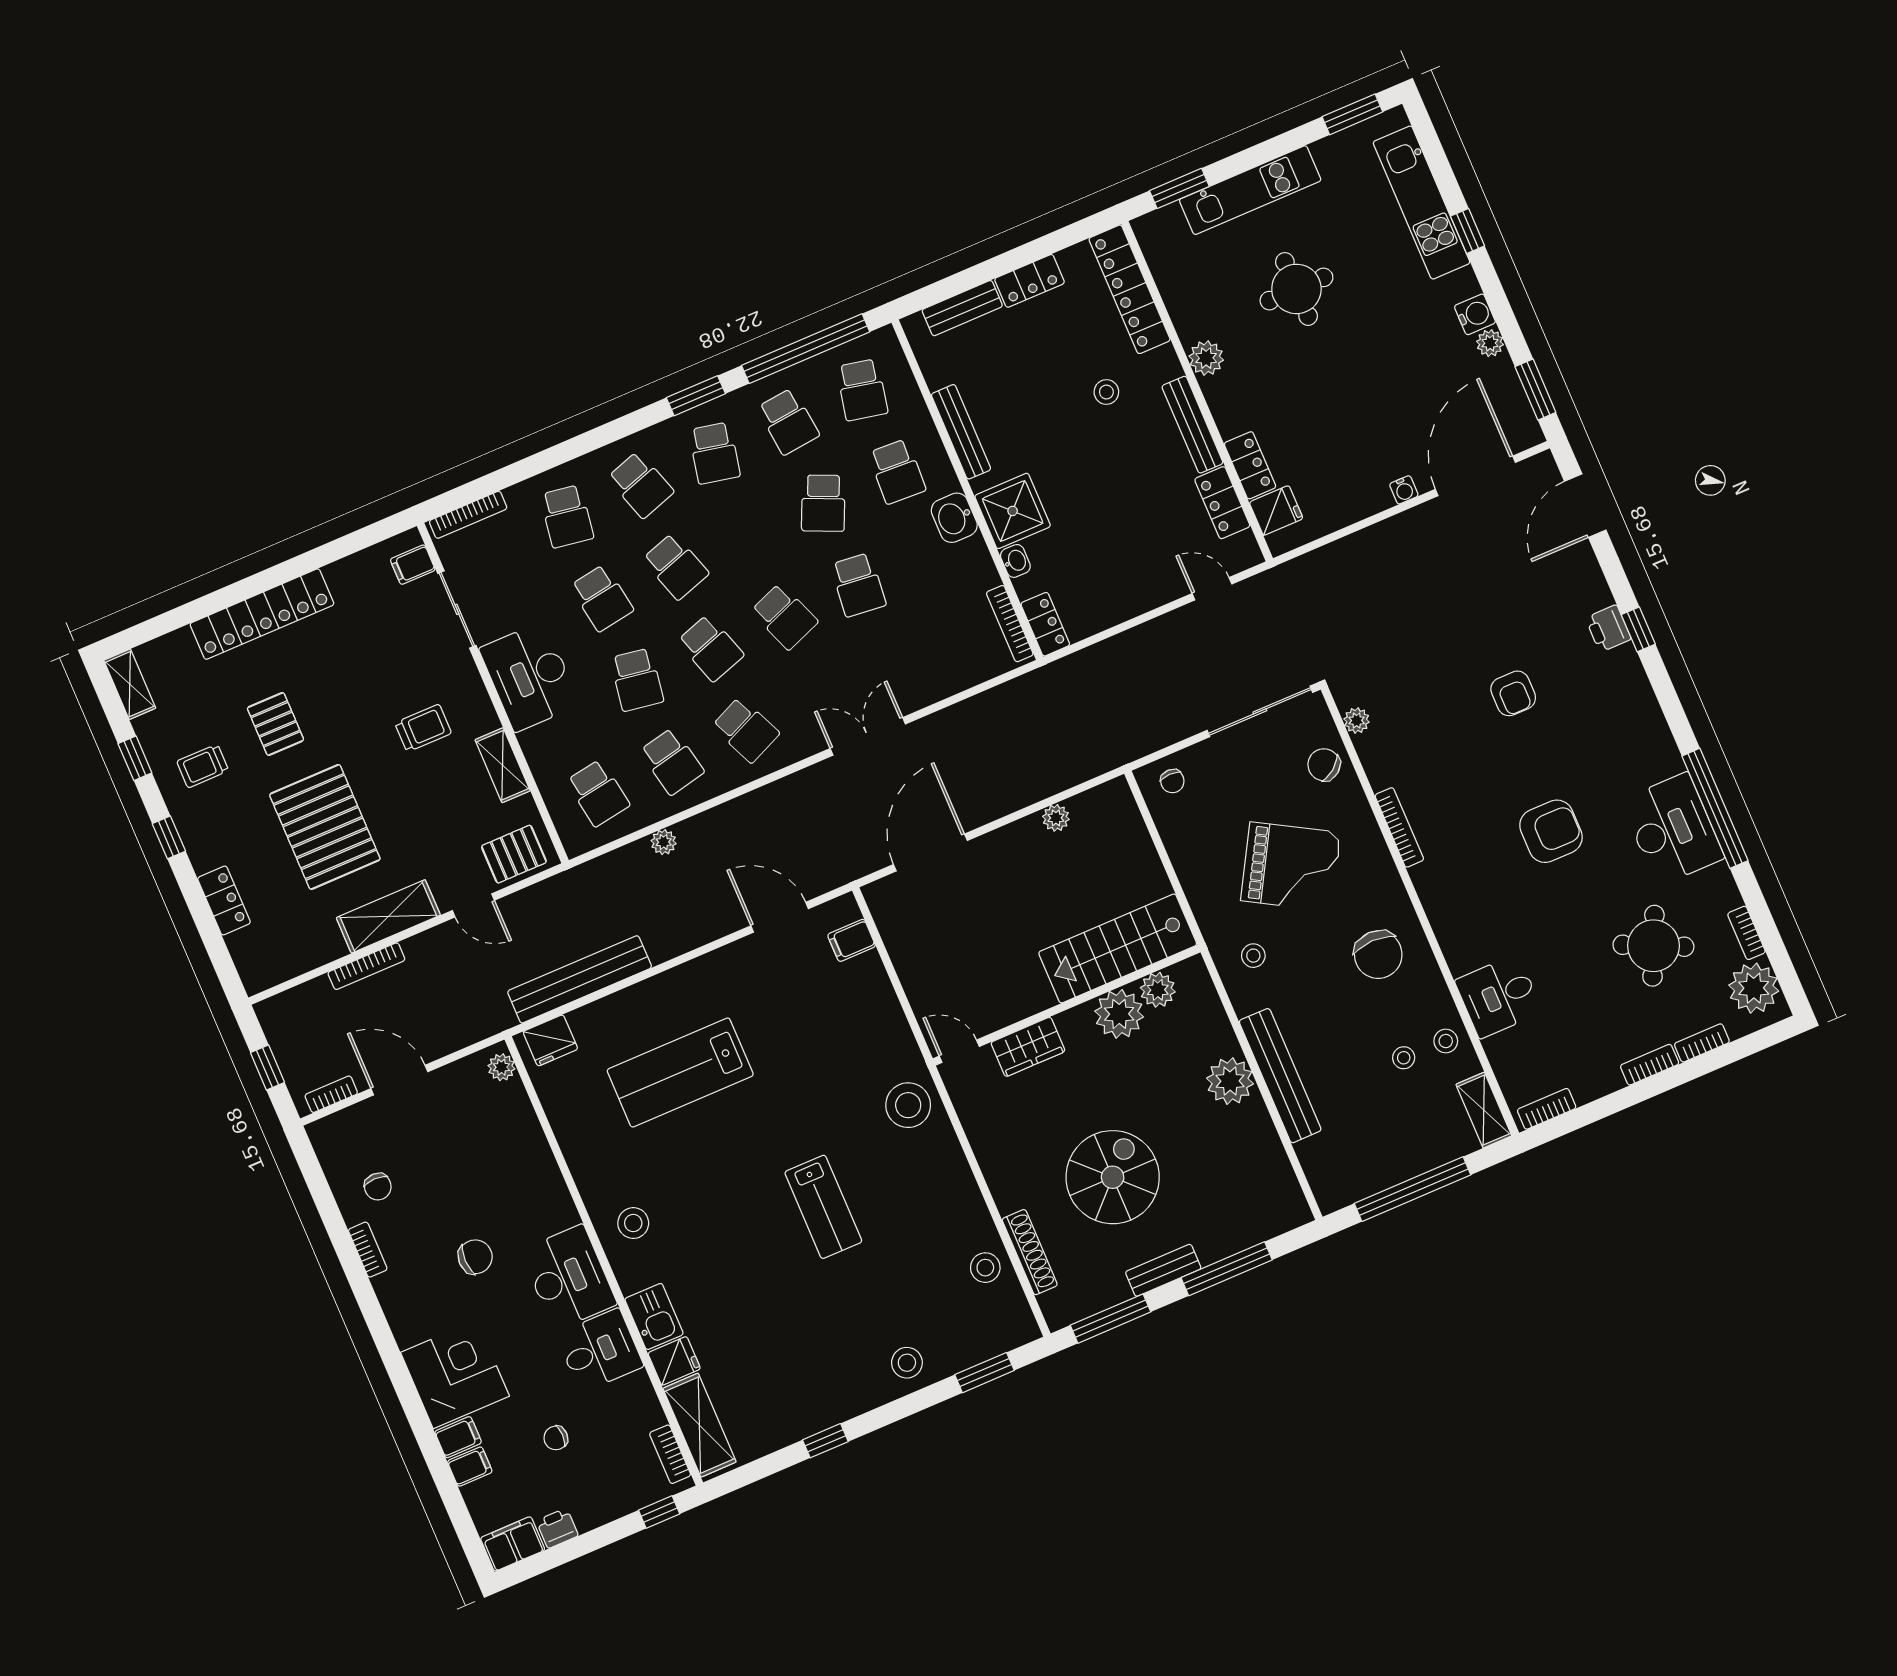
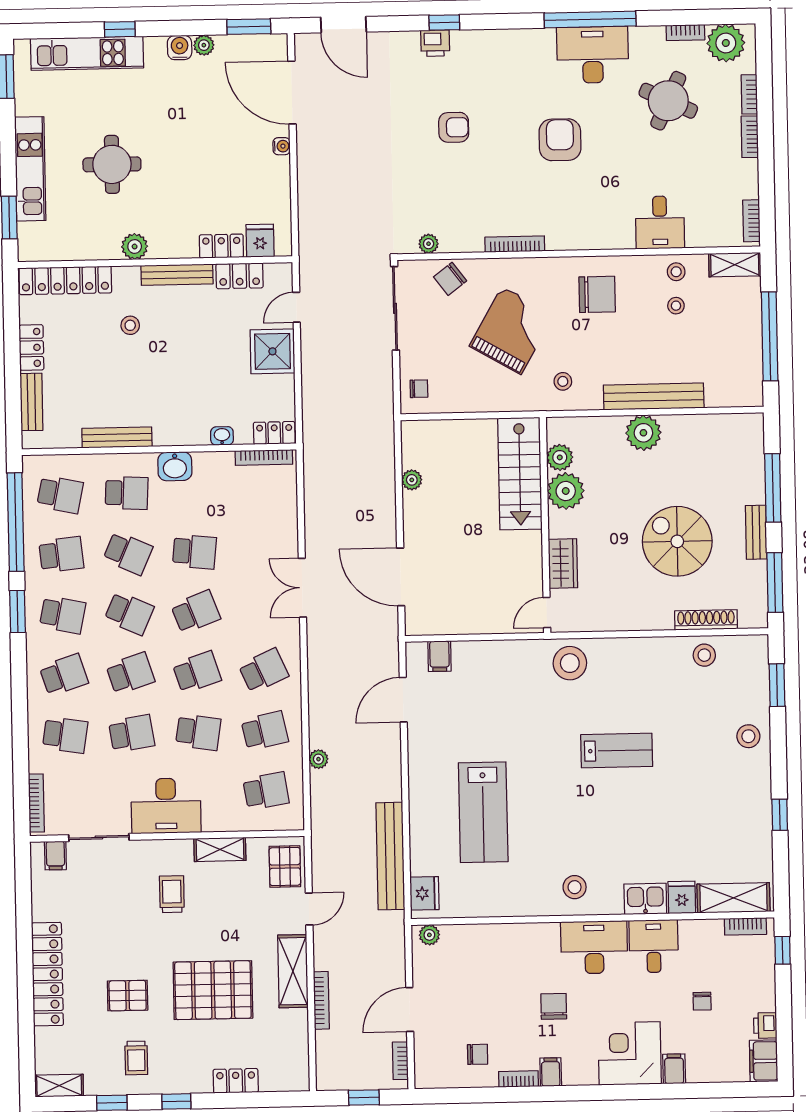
shower: (1013, 511) -> (272, 351), moved
school desk: (749, 535) -> (129, 613), added
filing cabinet: (470, 1467) -> (551, 1072), moved

